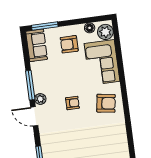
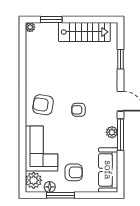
window: (45, 26) -> (60, 195), moved
sofa: (37, 45) -> (108, 170), width x1.36
plant: (40, 99) -> (112, 132), moved

